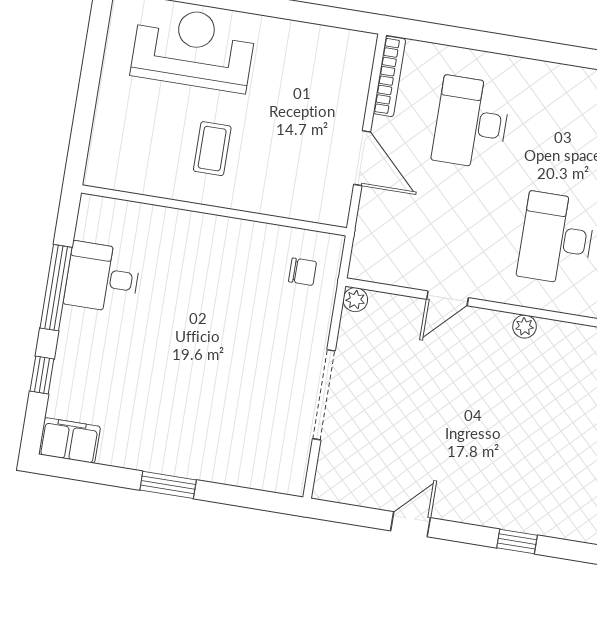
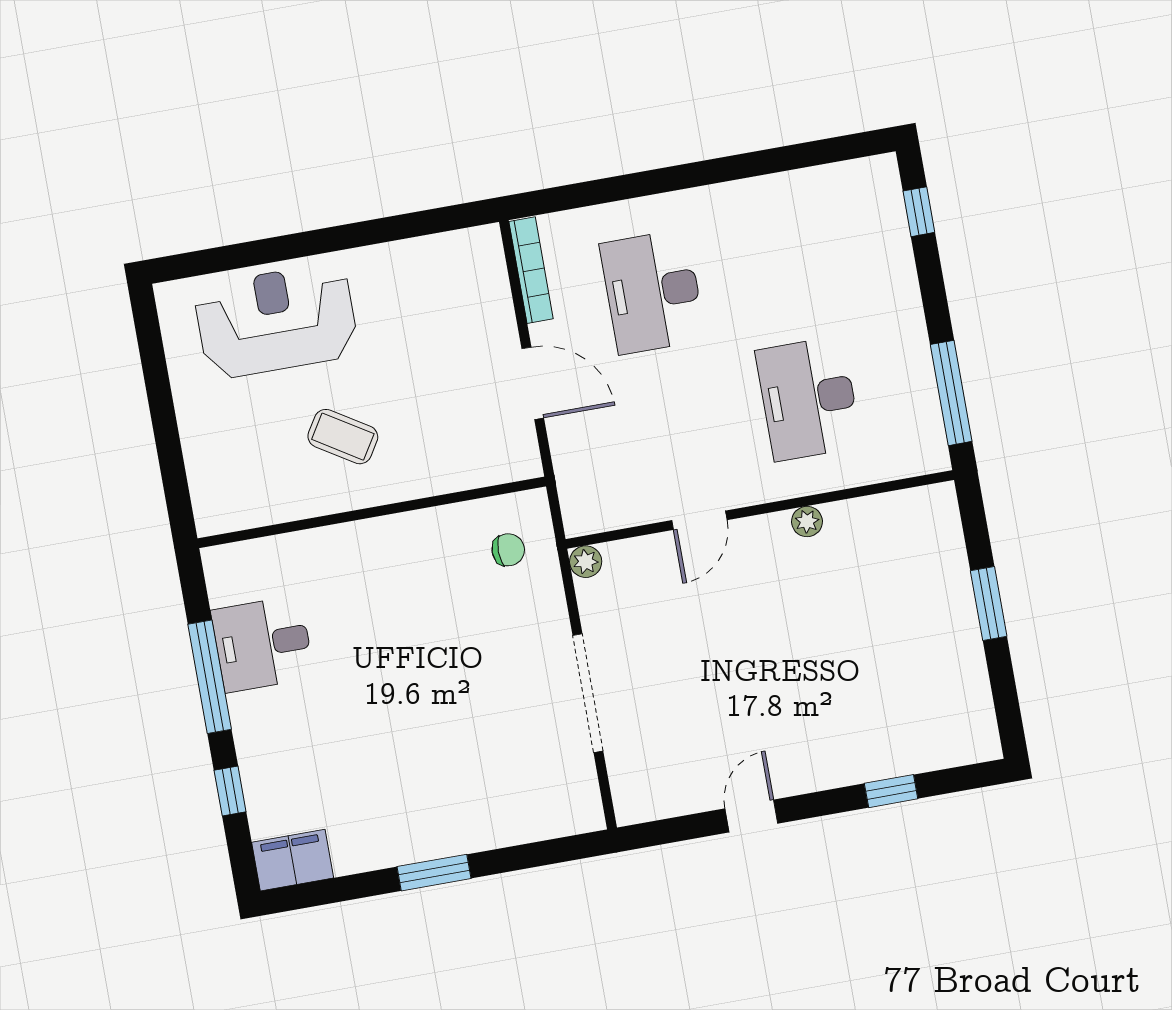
coffee table: (212, 149) -> (343, 437), turned -58

